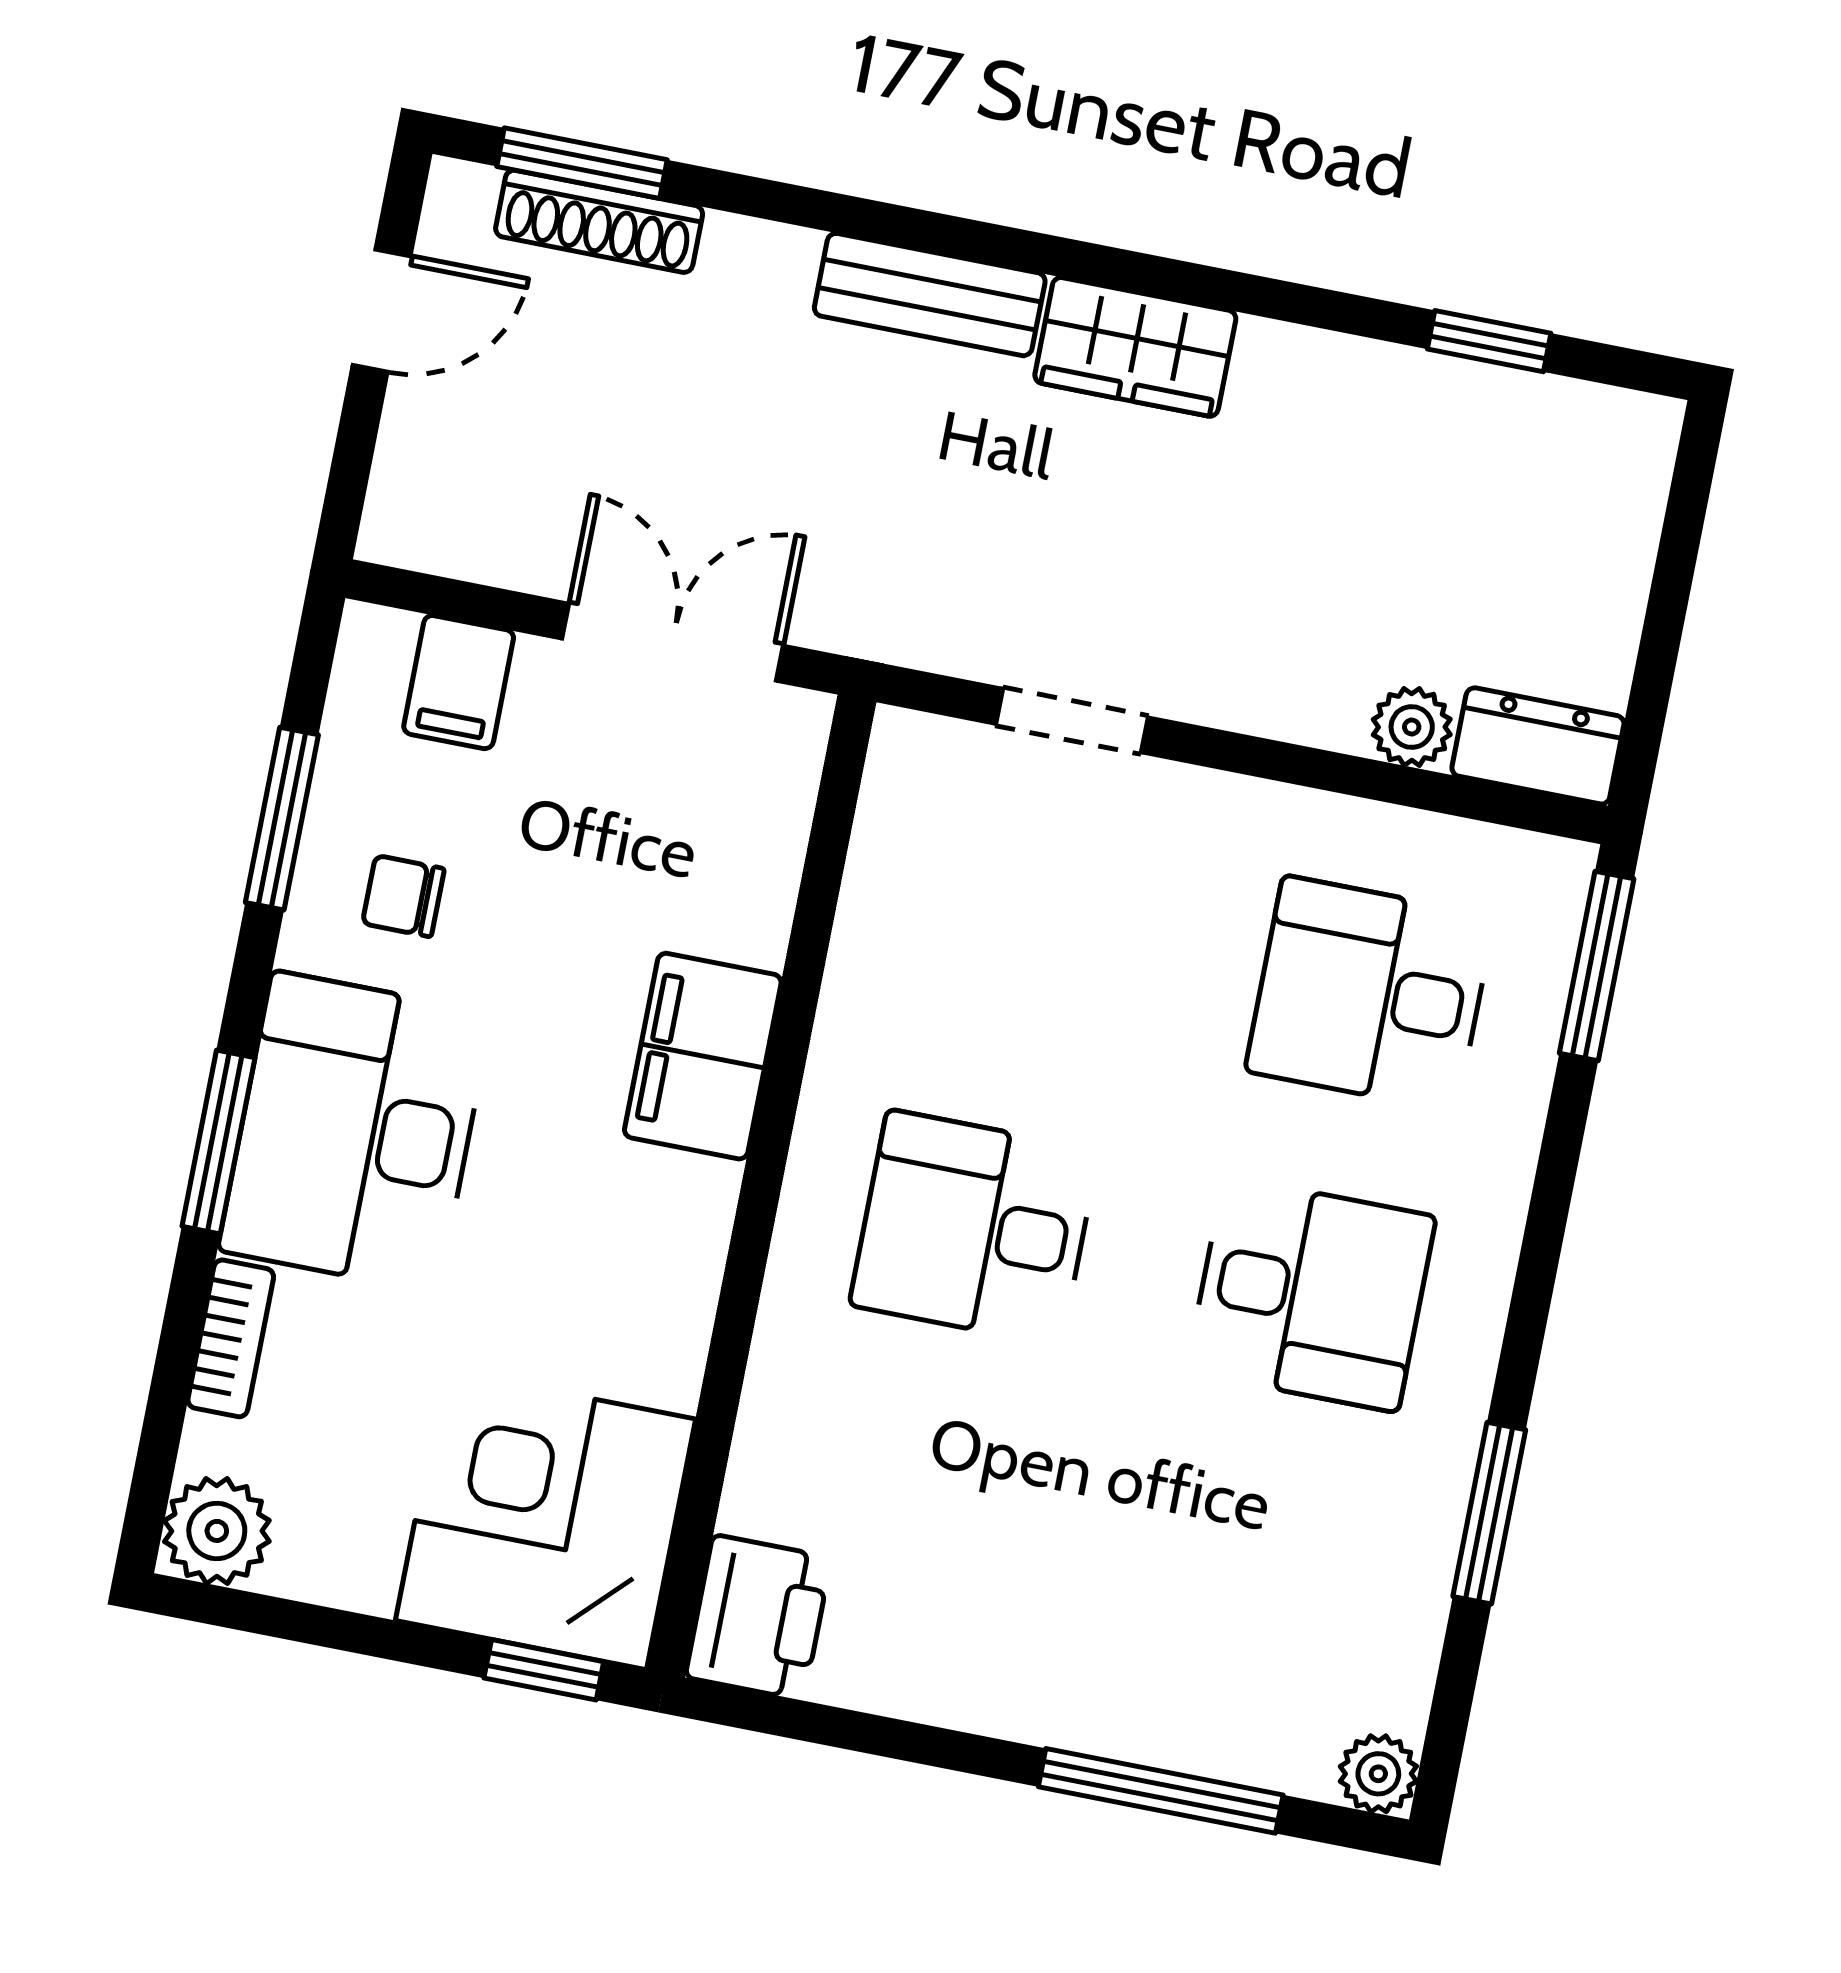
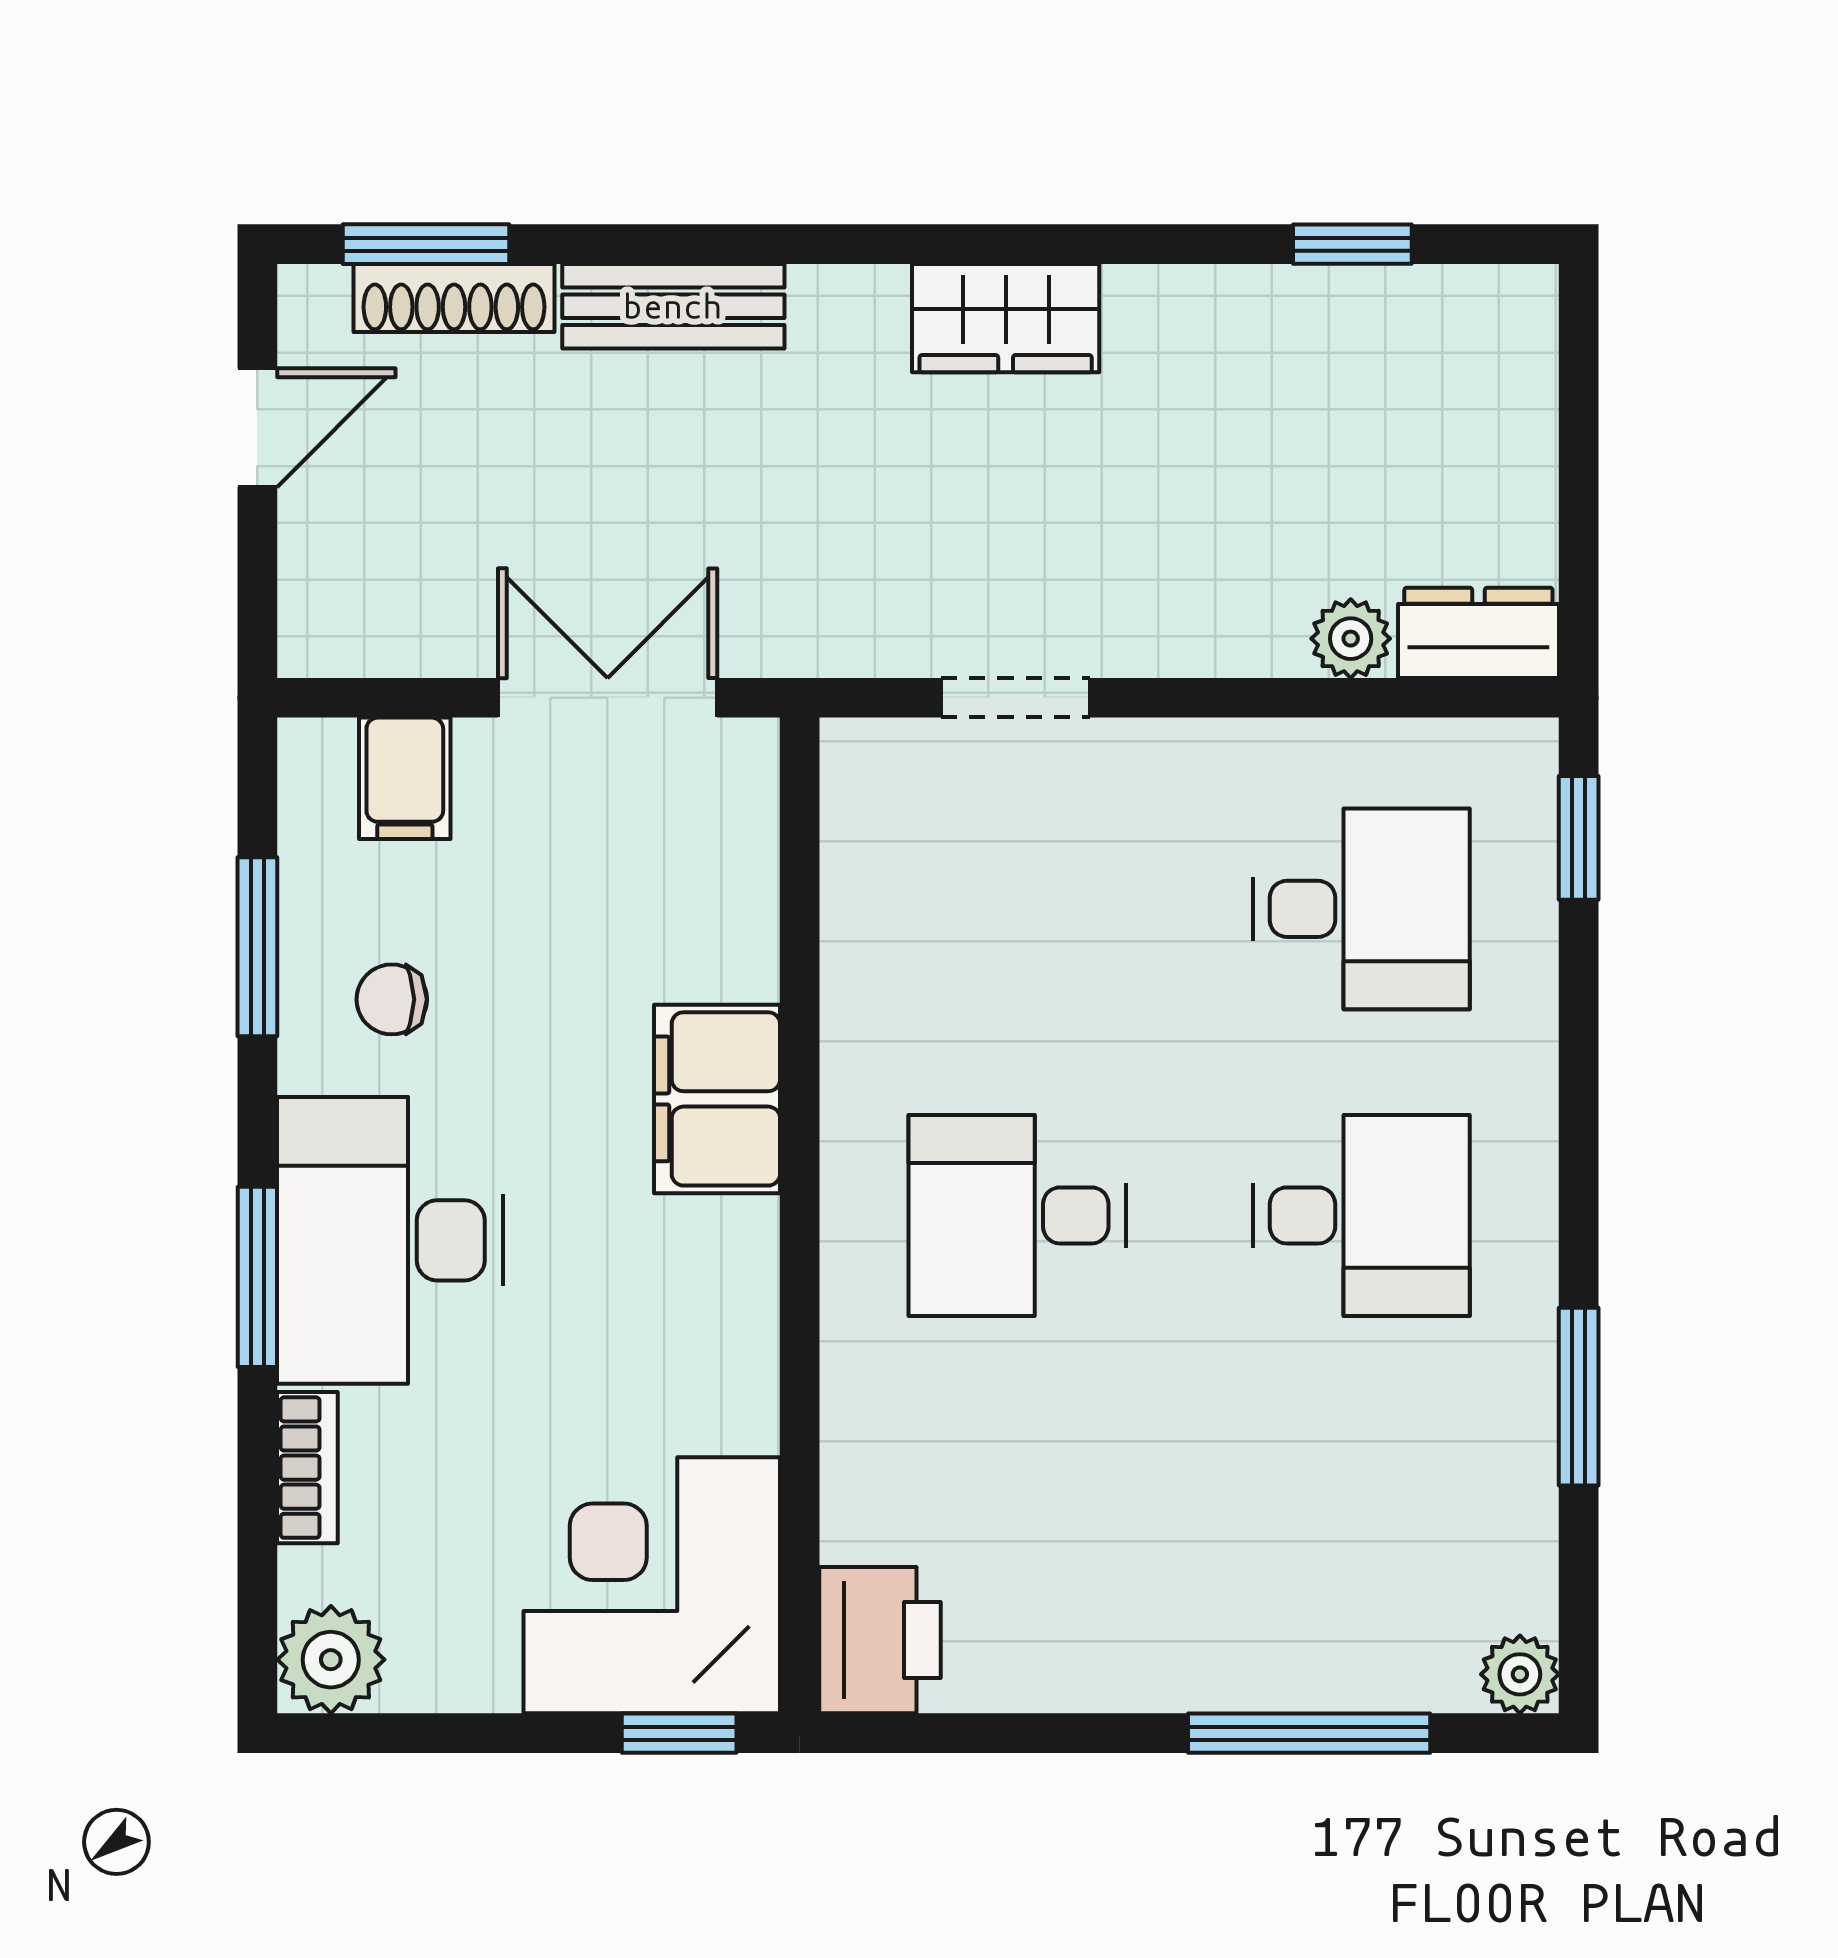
bench: (930, 295) -> (673, 306), moved
window: (1597, 966) -> (1579, 838), width x0.67
desk: (1370, 994) -> (1361, 909), turned 180

